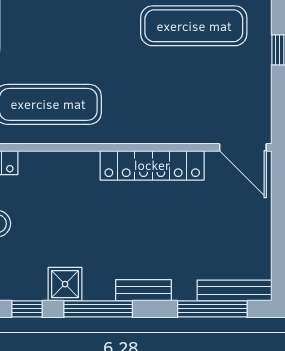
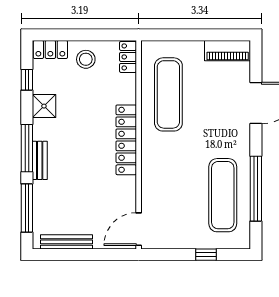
locker: (152, 165) -> (126, 140), moved
bench: (234, 290) -> (67, 242), moved, turned 90
window: (98, 309) -> (27, 148), moved

